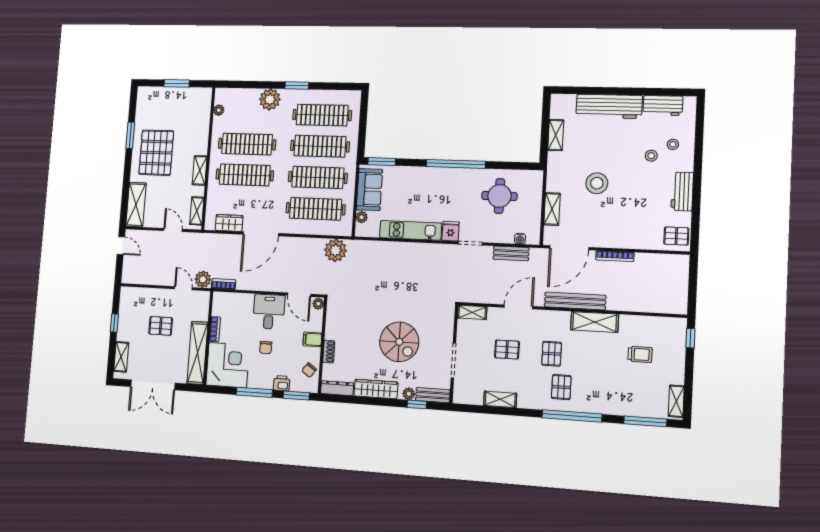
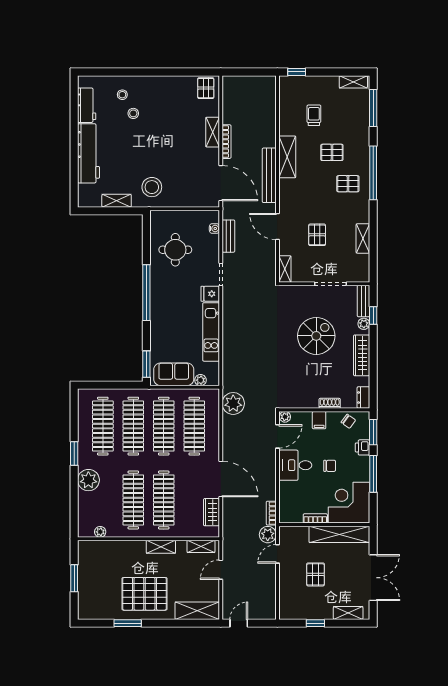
stool: (597, 183) -> (152, 187), moved
workbench: (682, 191) -> (165, 85), removed
shelving: (552, 209) -> (213, 132), moved, turned 90
pallet: (552, 354) -> (332, 152), moved
dresser: (337, 388) -> (363, 398), width x0.70

